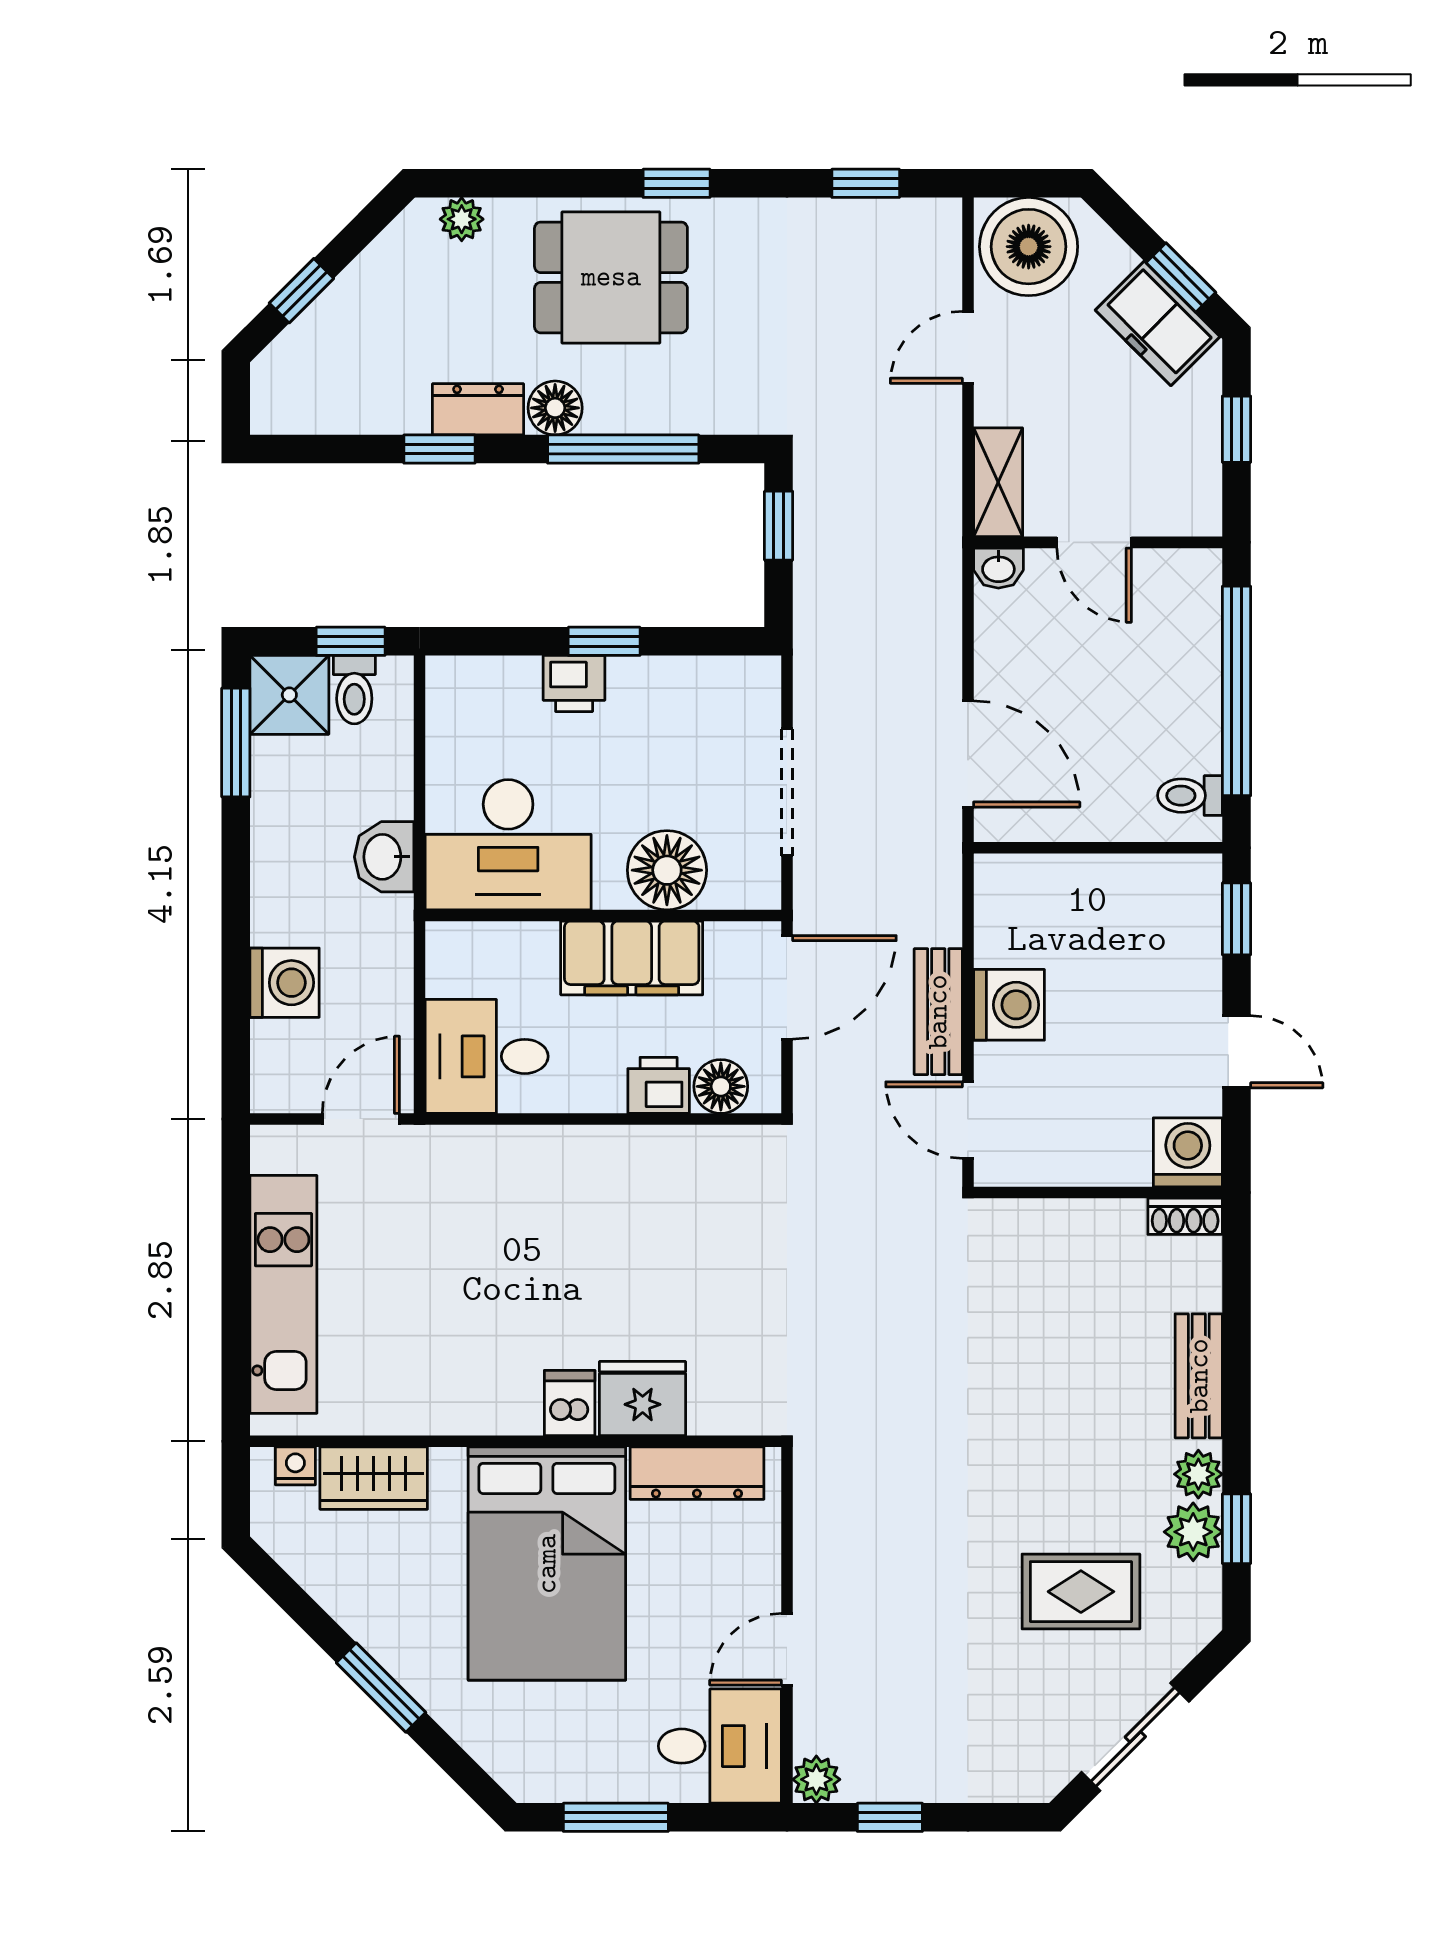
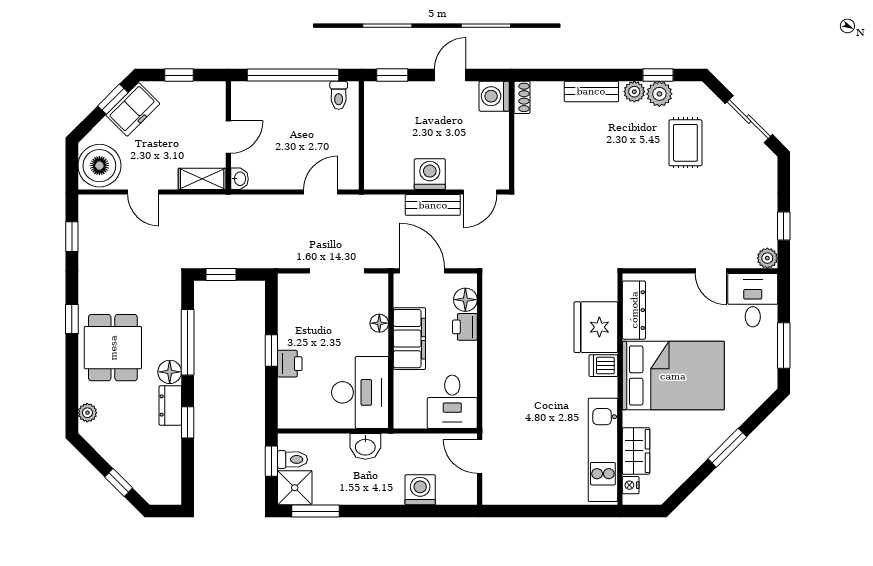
door: (968, 754) -> (320, 192), width x0.73
floor lamp: (667, 870) -> (379, 323), width x0.53, depth x0.53
kitchen unit: (283, 1294) -> (603, 450), moved, turned -90
fridge: (643, 1399) -> (596, 327), width x1.36, depth x1.34

